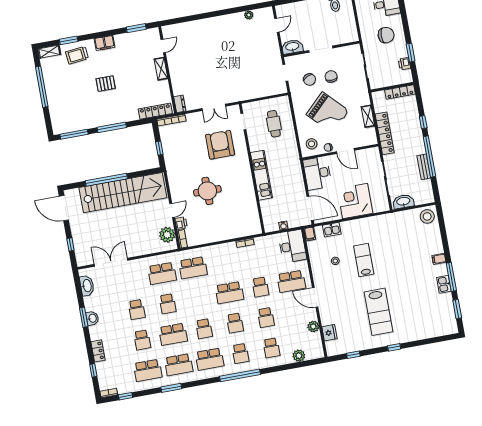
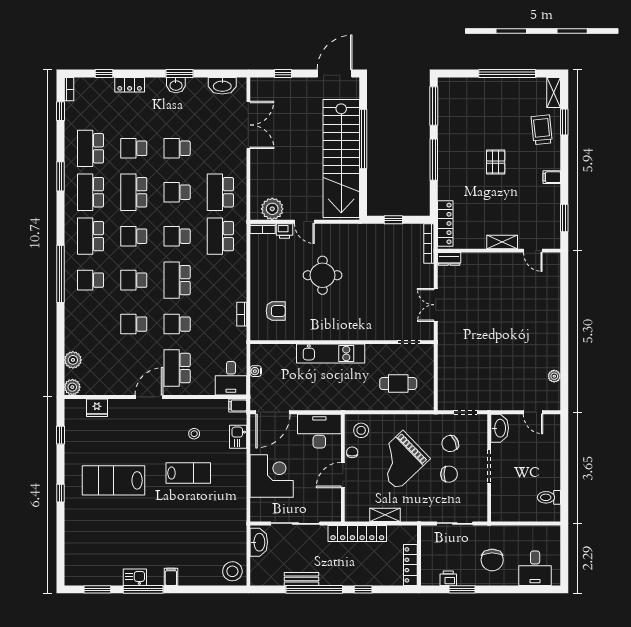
filing cabinet: (104, 43) -> (552, 177), width x0.50
armchair: (220, 145) -> (276, 311), moved, width x0.53, depth x0.53
desk: (292, 246) -> (231, 378), width x0.73
plant: (313, 327) -> (72, 387), moved
school desk: (271, 348) -> (177, 236), moved

